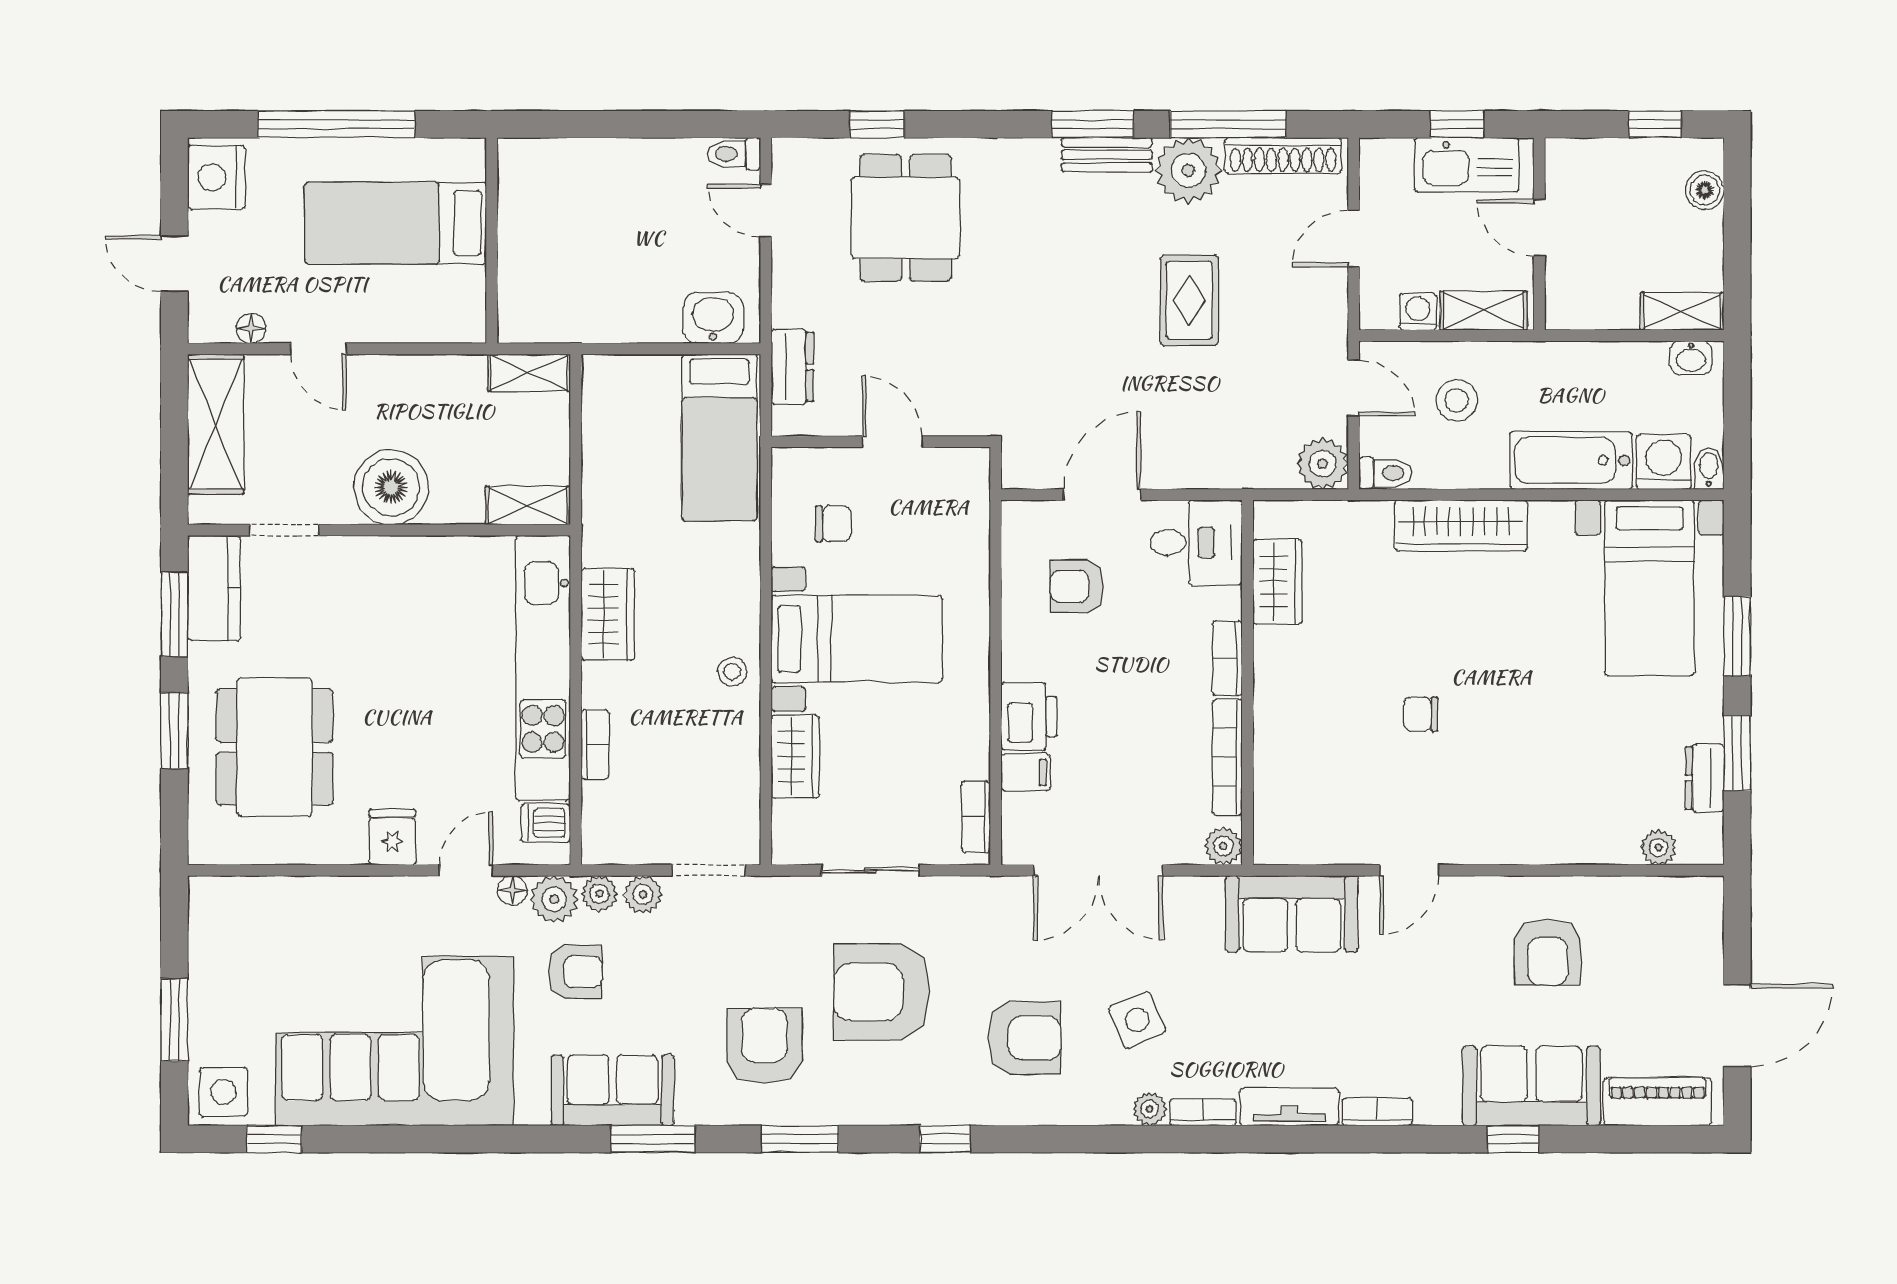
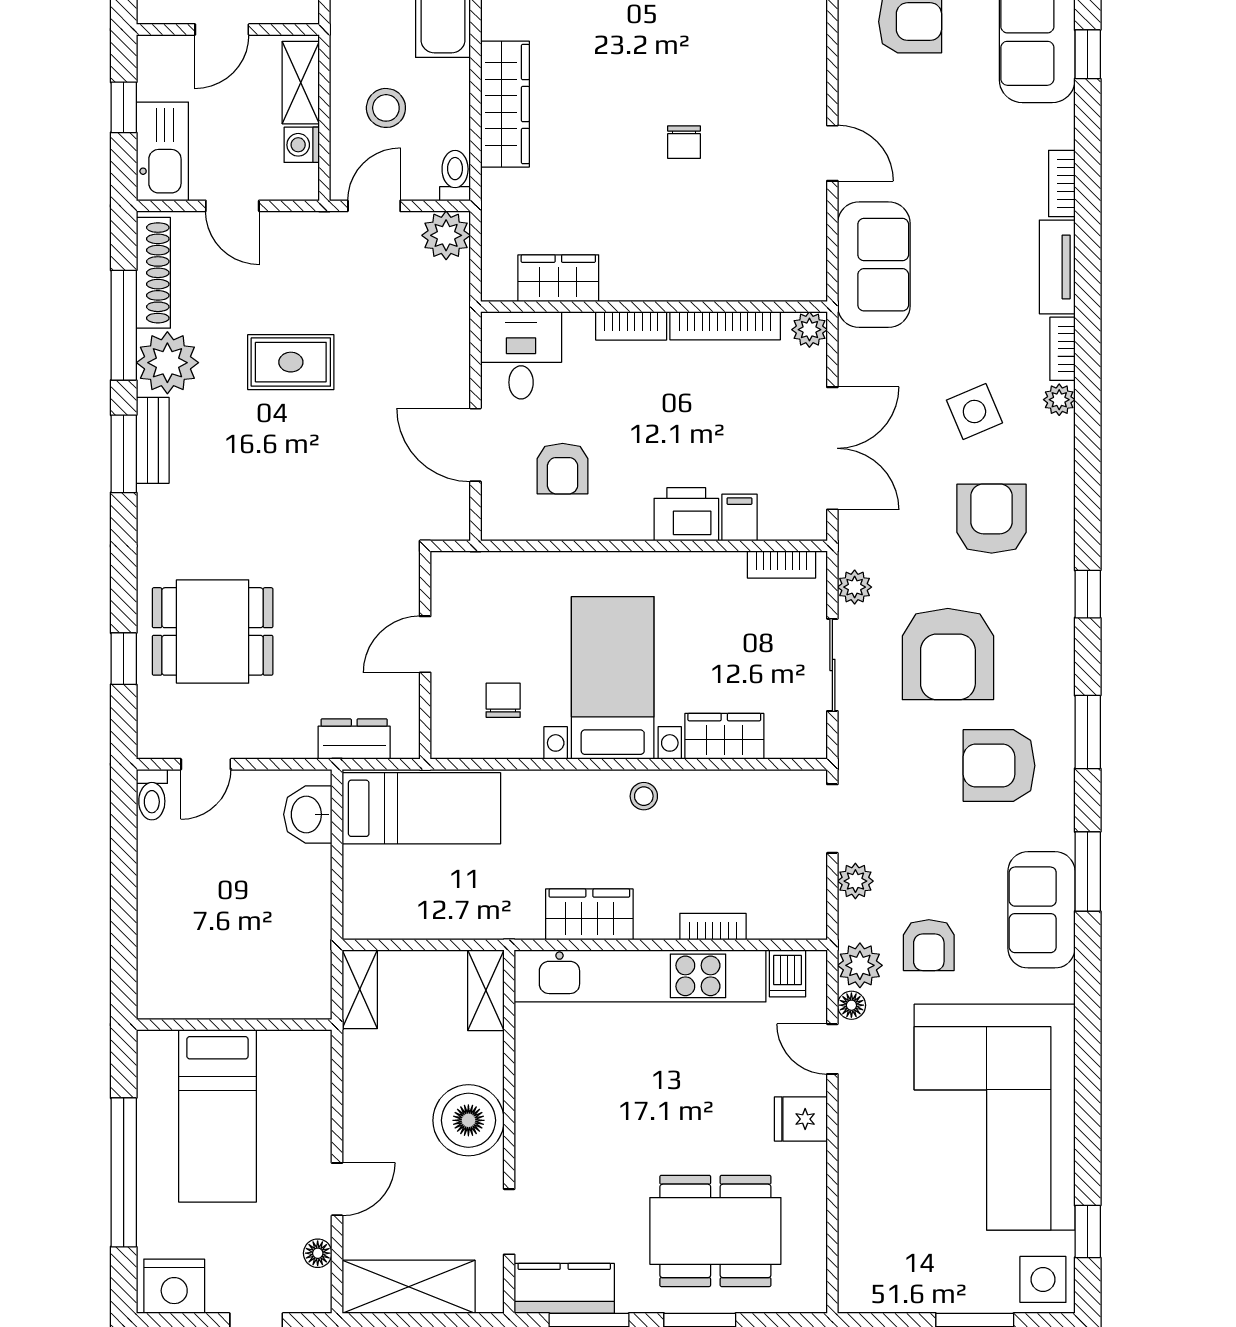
kitchen sink: (1467, 165) -> (162, 151), moved
plant: (599, 894) -> (855, 587), moved
armchair: (575, 972) -> (929, 945), turned 180

